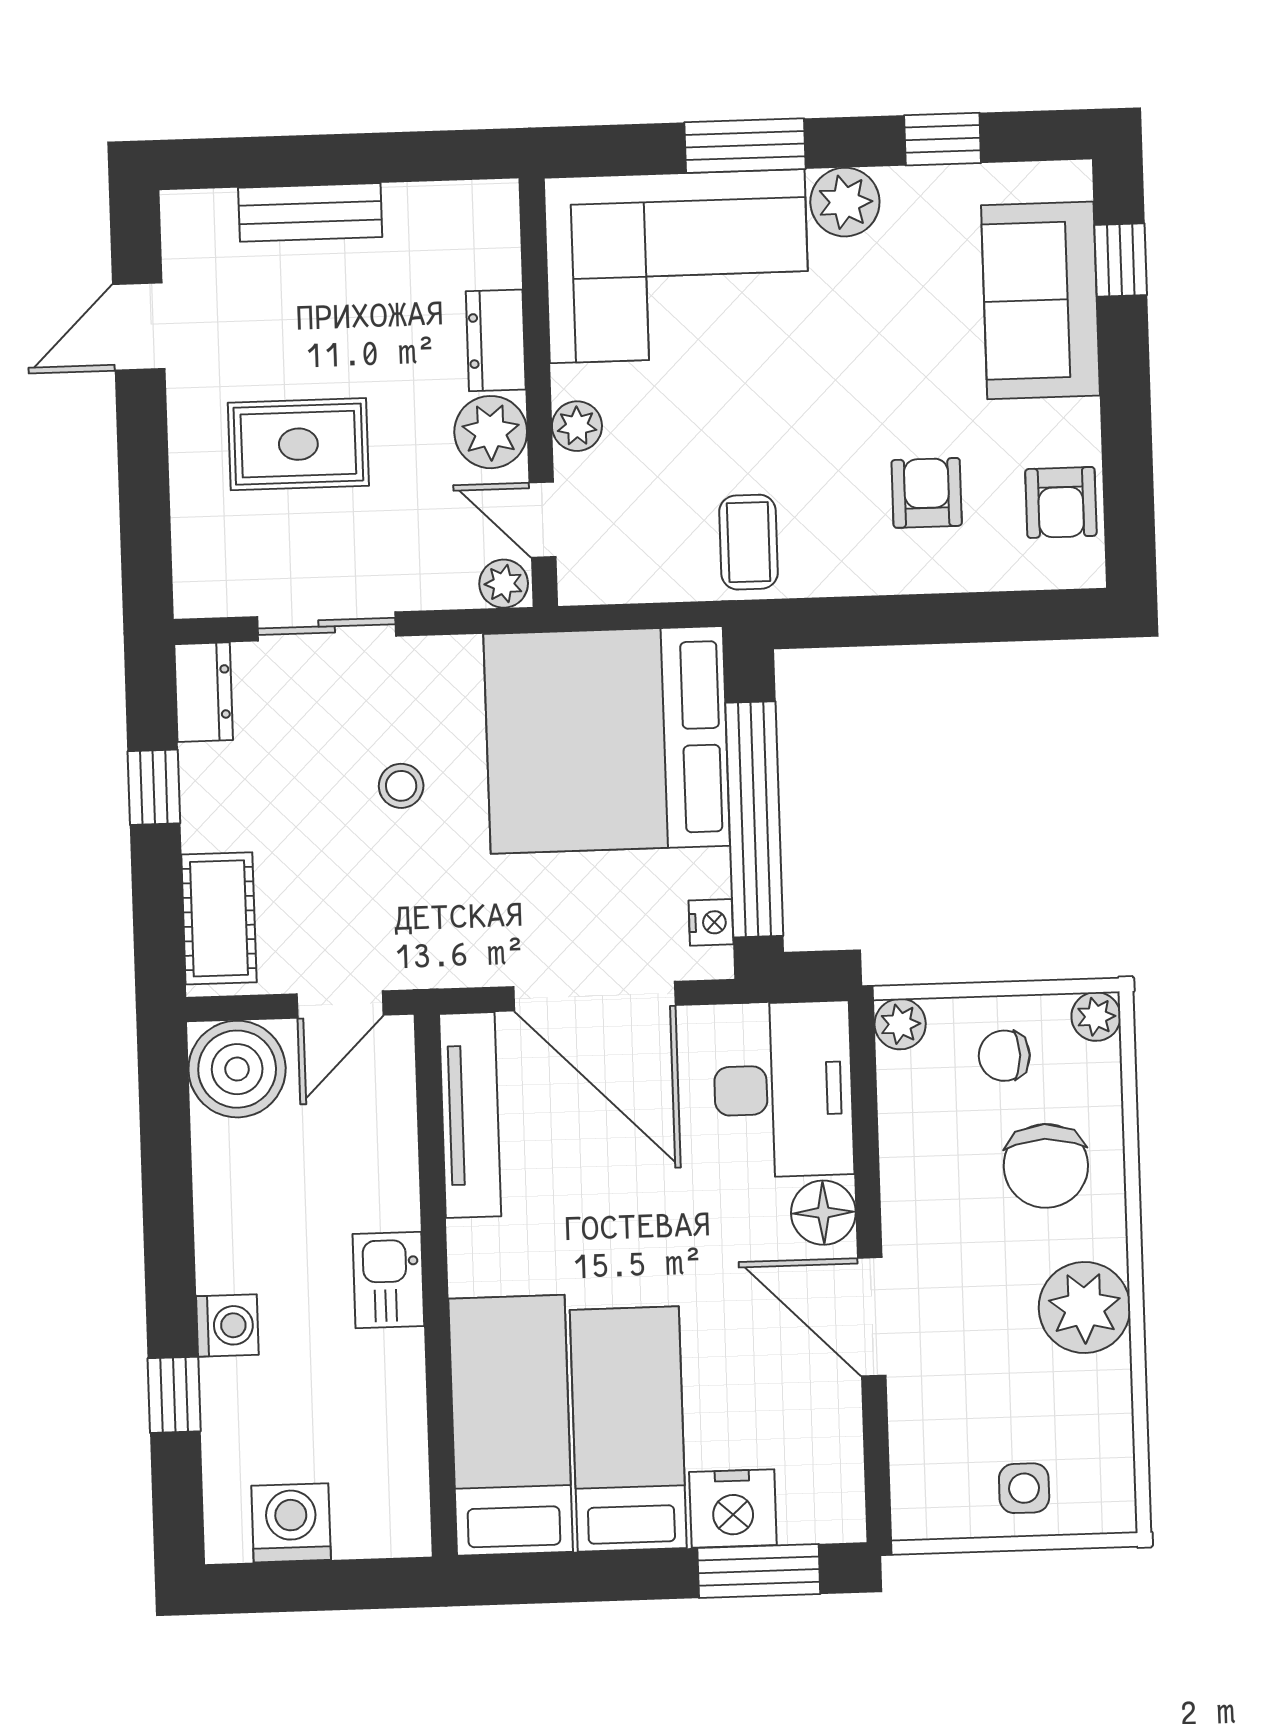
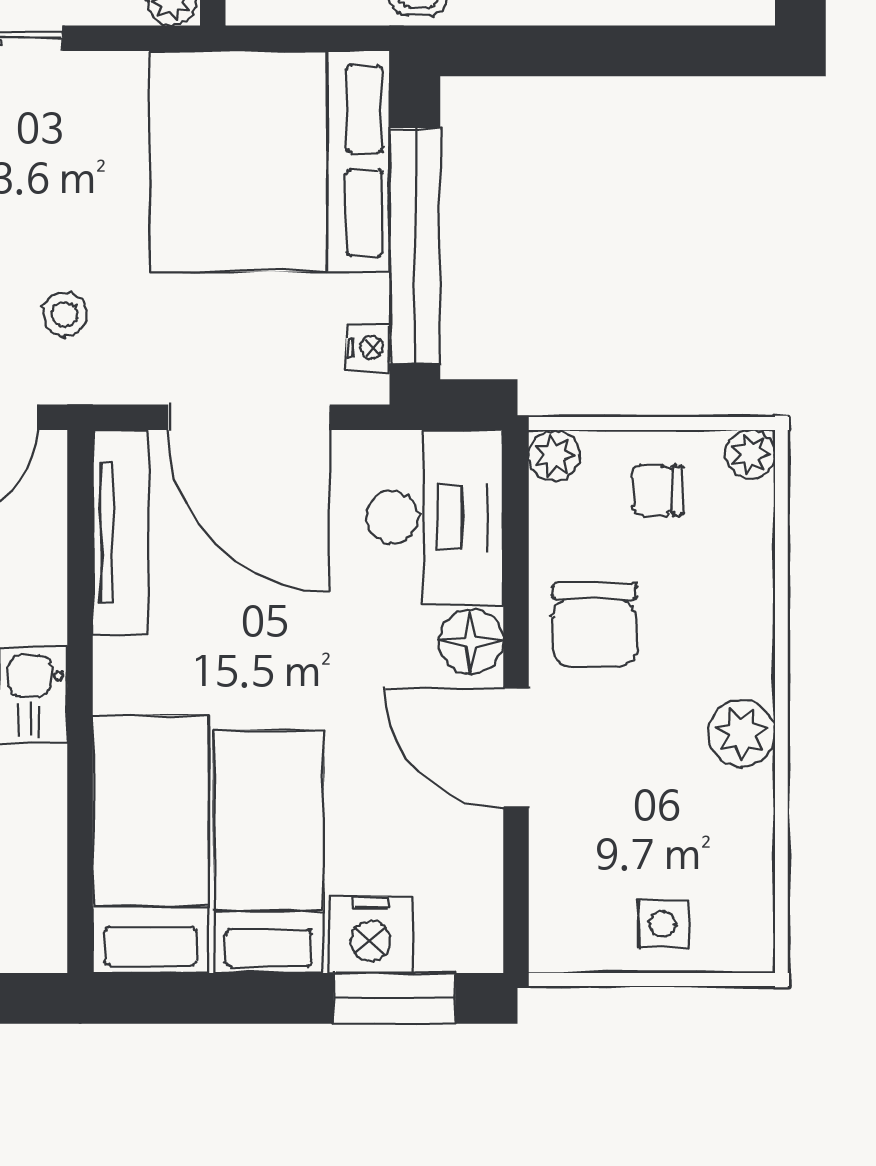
stool: (401, 786) -> (65, 314), moved
chair: (1046, 1166) -> (594, 625), moved
plant: (1084, 1308) -> (742, 733), width x0.73, depth x0.73

